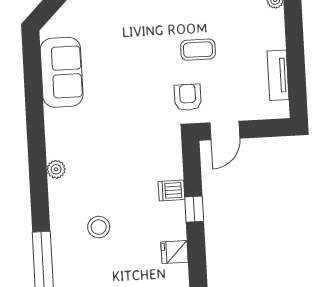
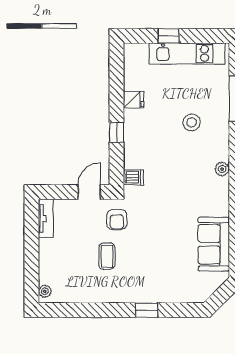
coffee table: (198, 50) -> (107, 256), turned 90
tv unit: (278, 75) -> (46, 218), moved
dishwasher: (171, 190) -> (133, 177), moved

